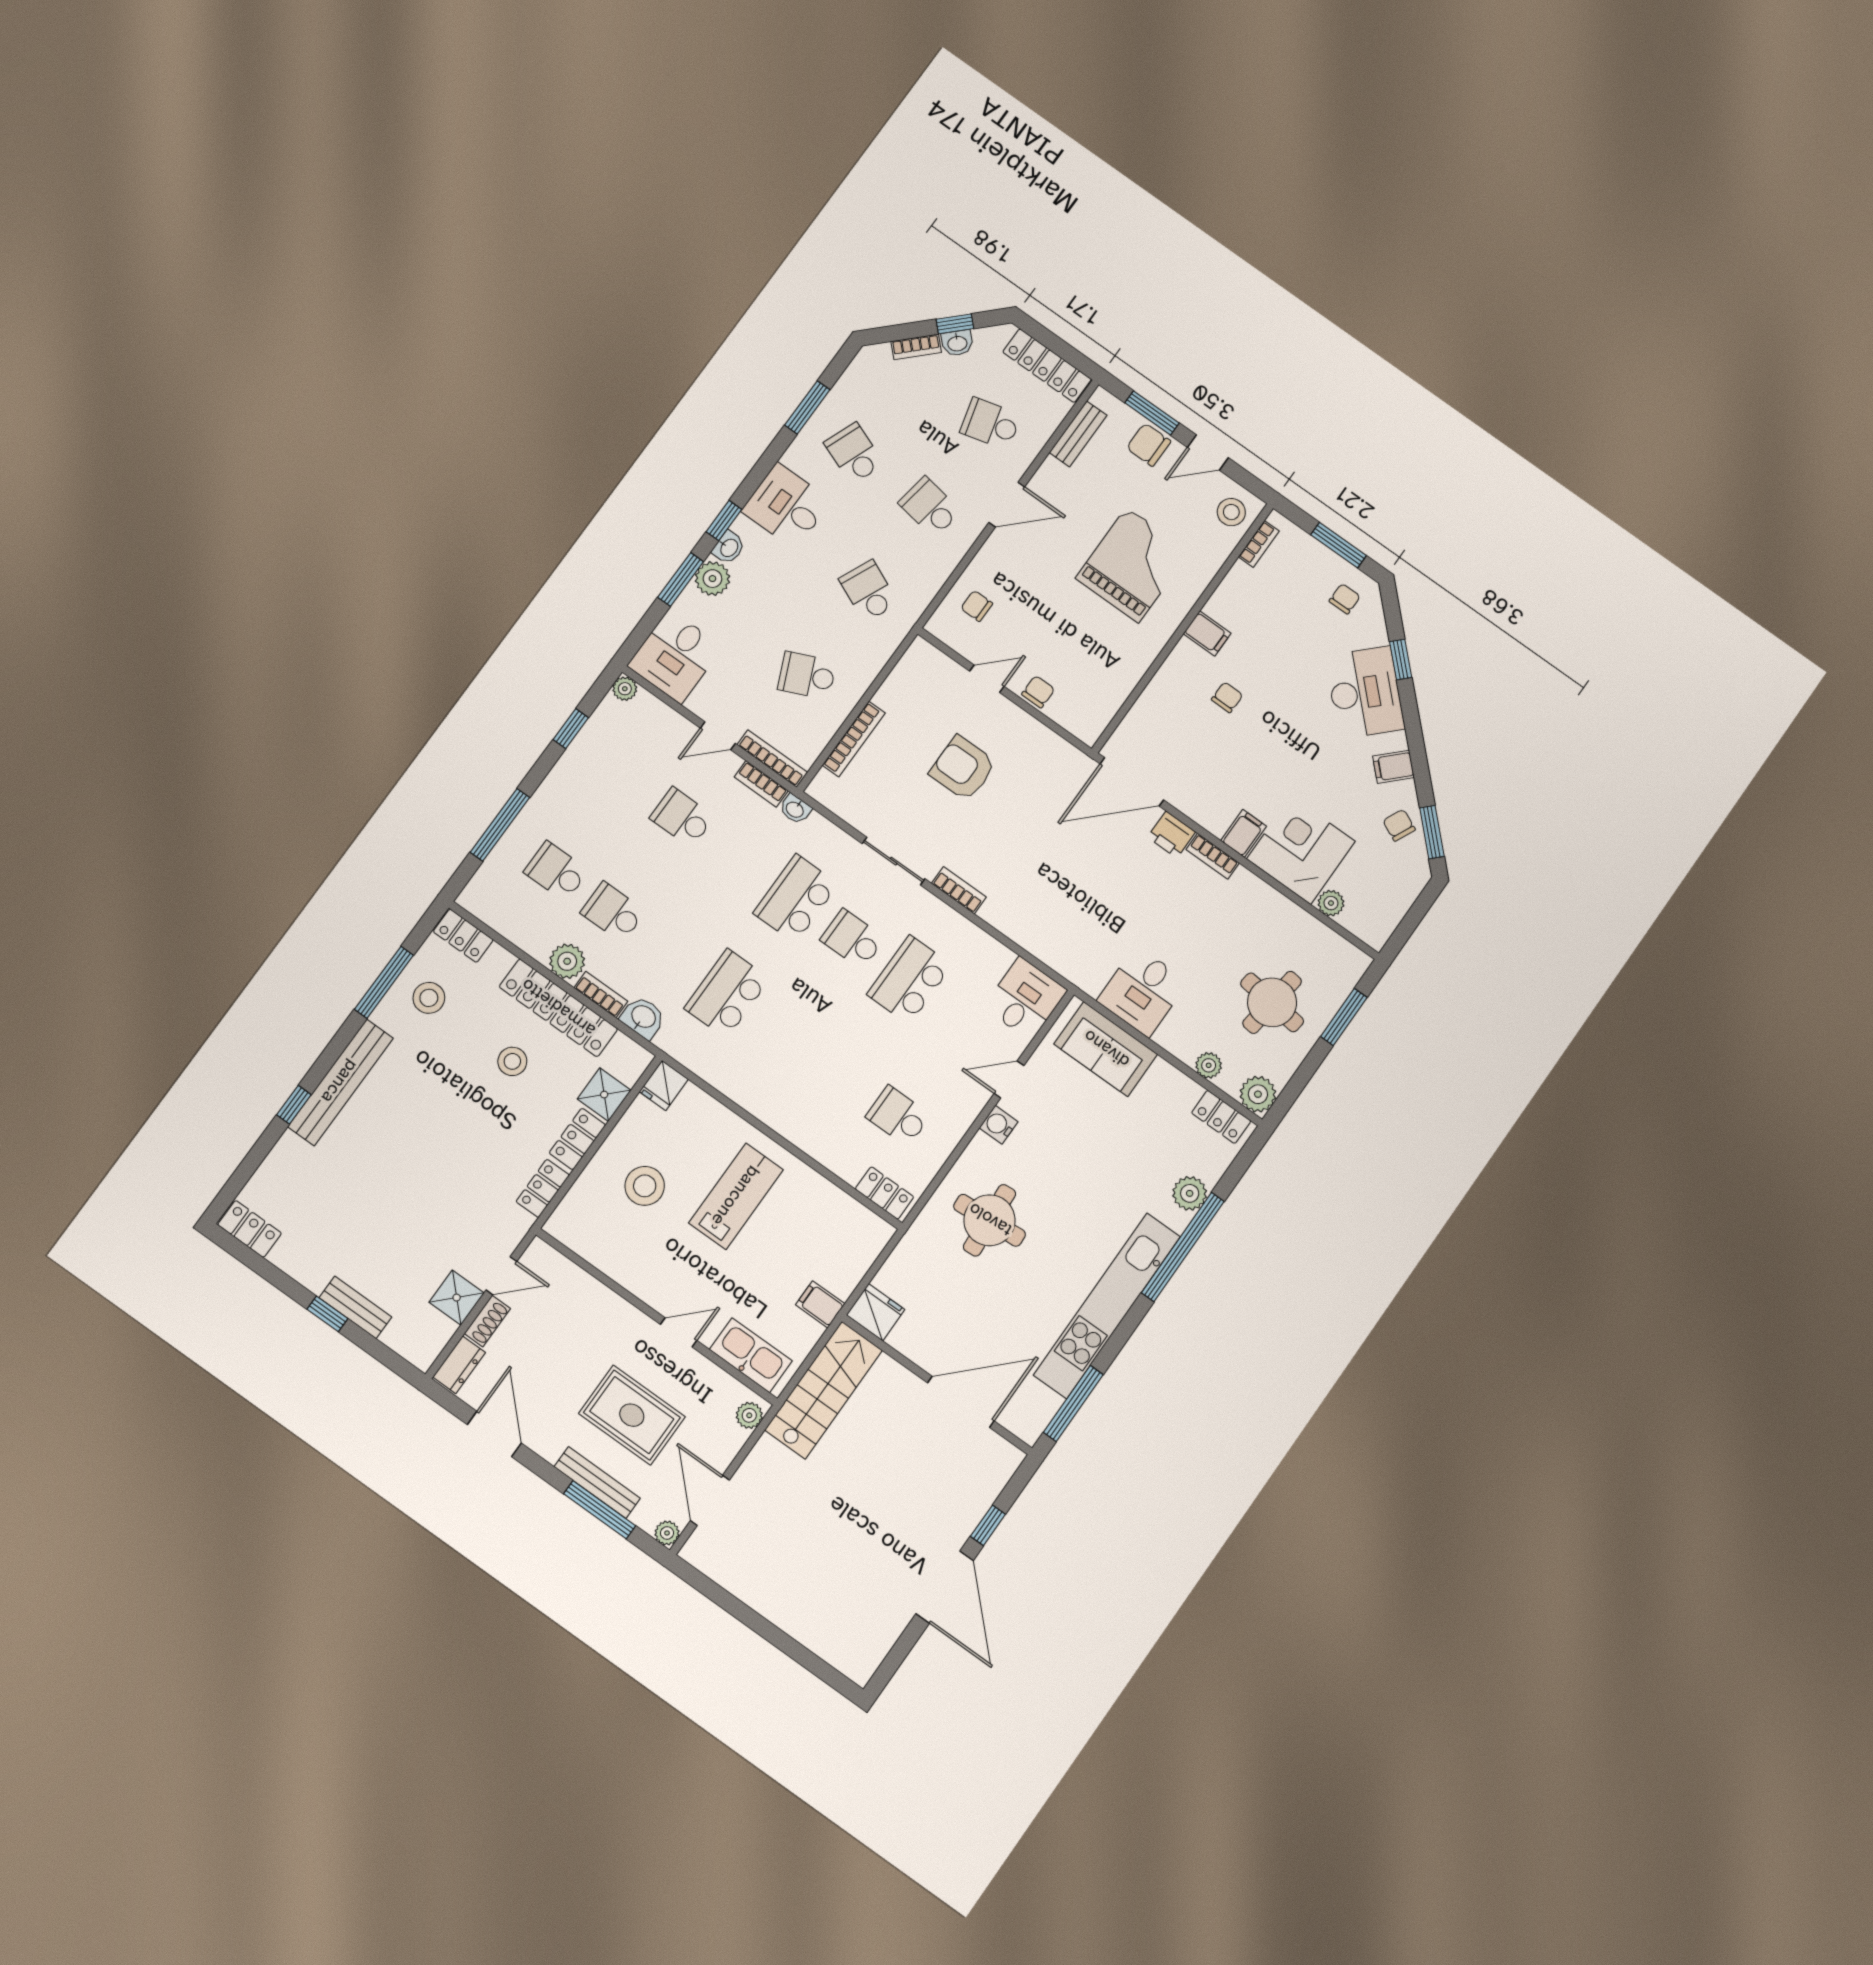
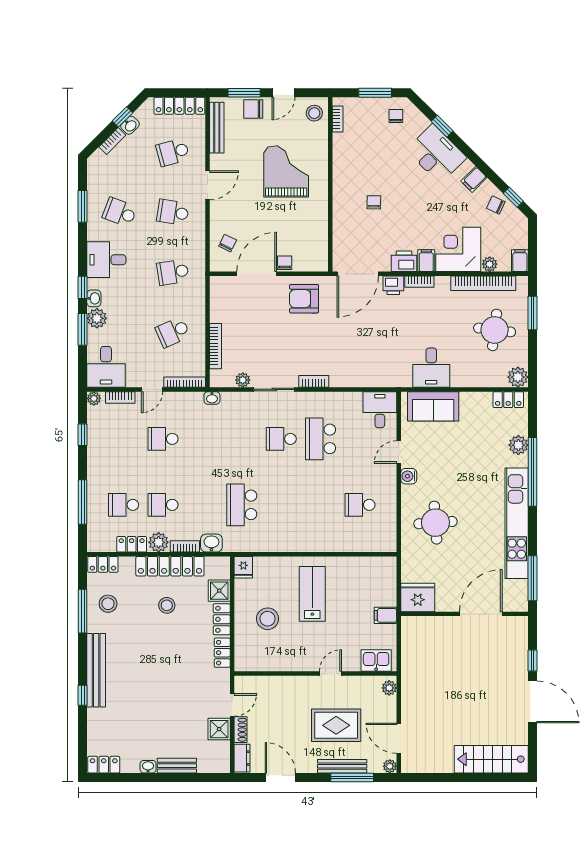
bench: (1078, 434) -> (217, 128), width x1.36
school desk: (869, 591) -> (173, 272), turned -33
chair: (977, 606) -> (228, 243), turned 116
filing cabinet: (1207, 634) -> (520, 261), moved, turned -90
door: (987, 679) -> (257, 274), width x1.87
armchair: (963, 768) -> (304, 299), moved
bookcase: (761, 784) -> (120, 397), moved
printer: (1211, 811) -> (404, 261), added
window: (1432, 832) -> (513, 197), width x0.67
school desk: (796, 898) -> (242, 439), removed
bookcase: (1303, 924) -> (483, 283), added
plant: (1209, 1065) -> (243, 380), moved
locker: (884, 1193) -> (132, 544), moved
washbasin: (312, 1279) -> (148, 767), added
fridge: (876, 1312) -> (418, 597), width x1.36, depth x1.34
window: (327, 1314) -> (166, 777), removed
kitchen sink: (751, 1355) -> (376, 661), width x0.73
stairs: (823, 1390) -> (491, 759), moved, turned -90

